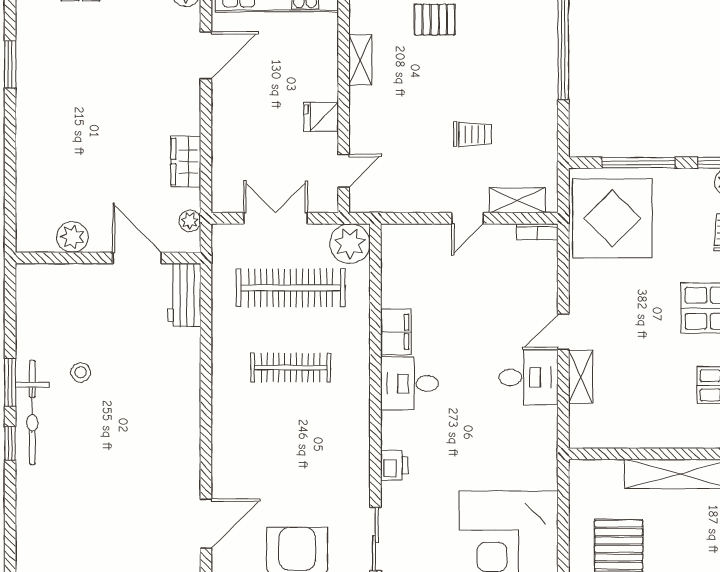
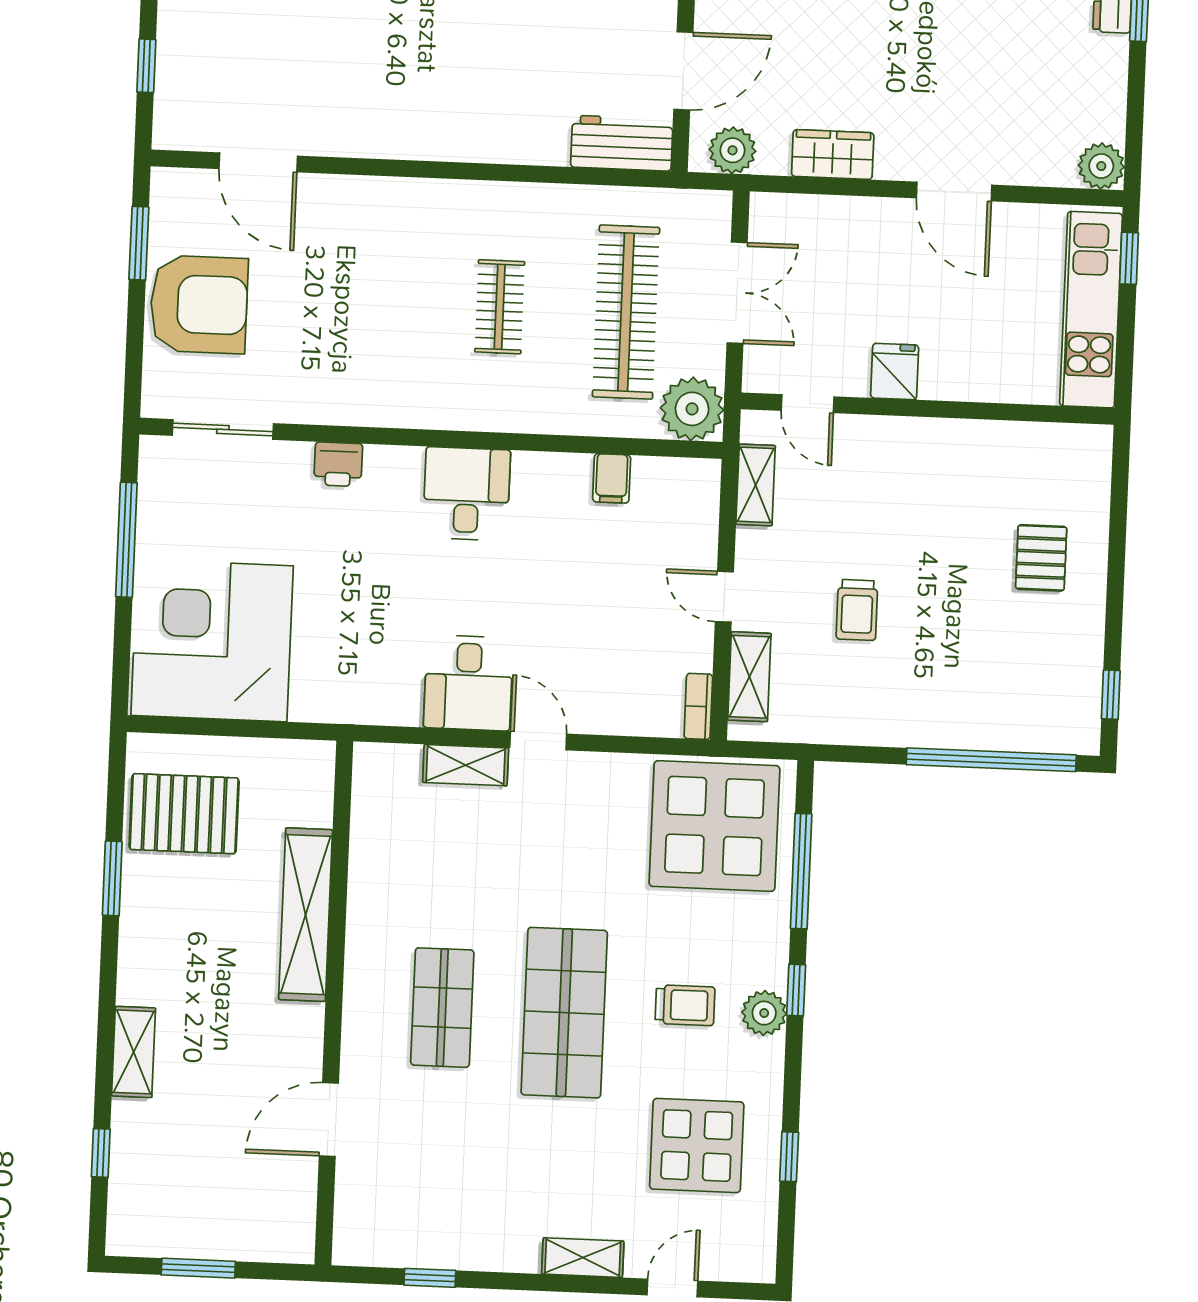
door: (206, 55) -> (954, 191), moved
shelving: (360, 60) -> (756, 485), moved, turned 90
plant: (190, 221) -> (733, 150), width x1.38, depth x1.38
filing cabinet: (396, 332) -> (612, 478), moved, width x0.50
clothes rail: (291, 368) -> (500, 307), width x0.73

